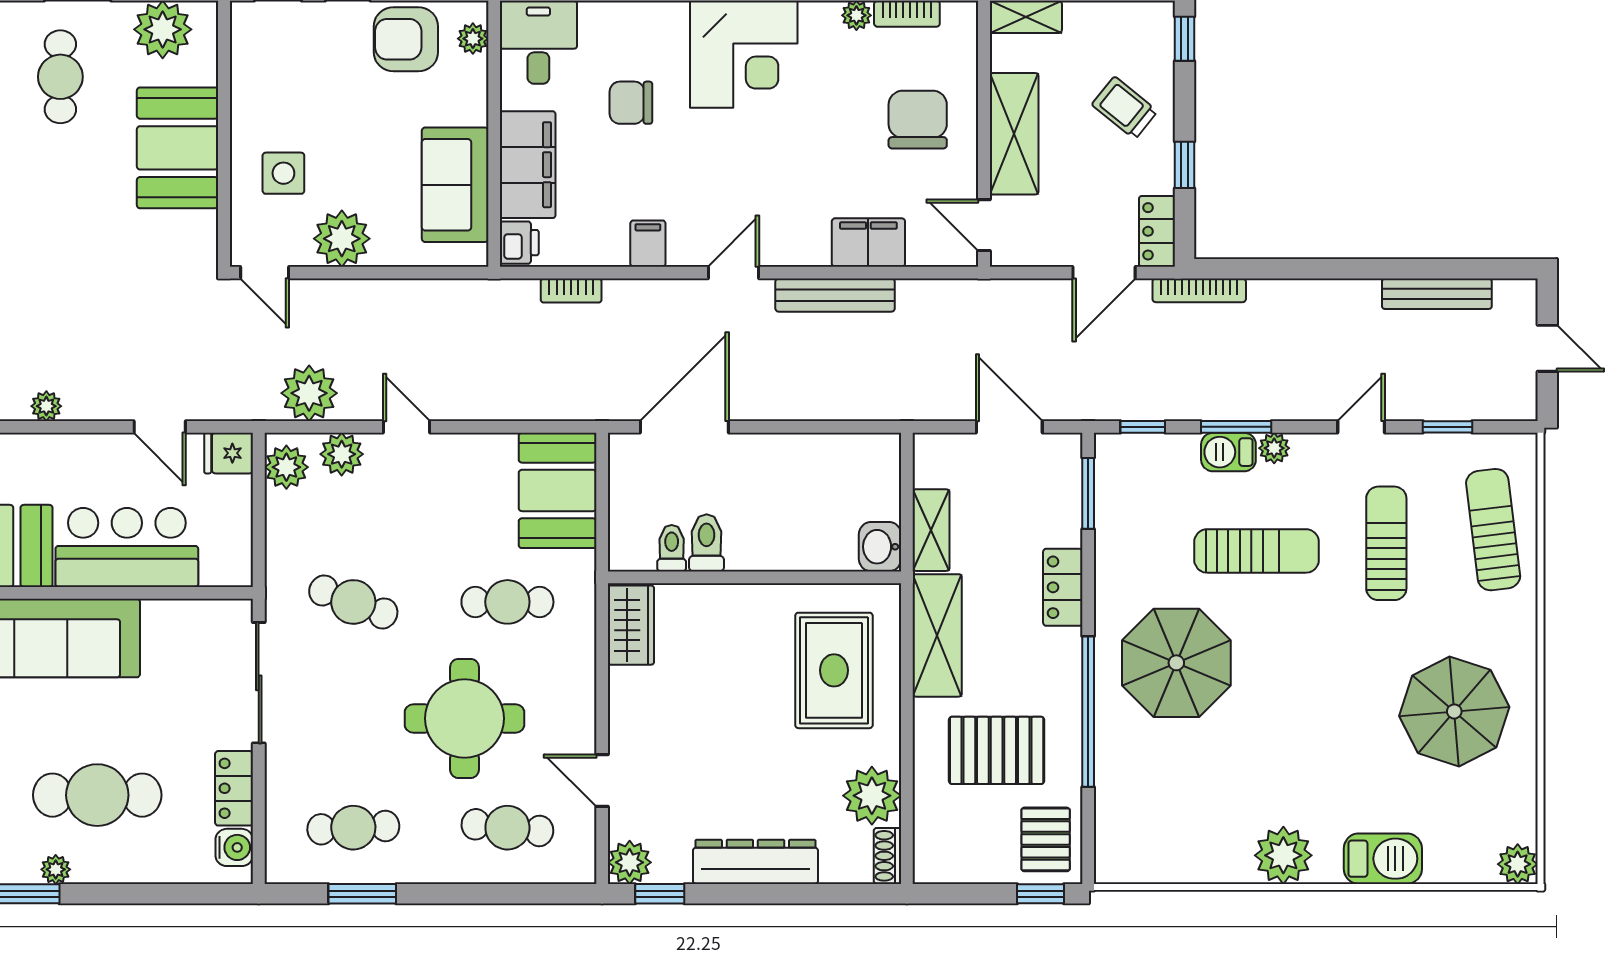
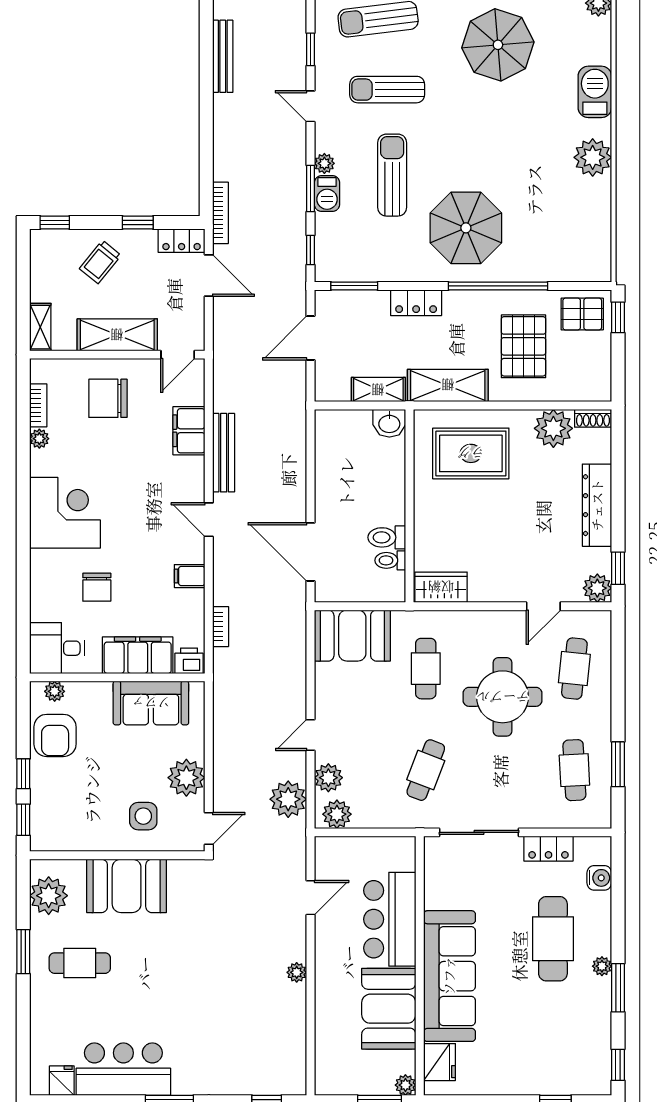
fridge: (229, 453) -> (328, 852), removed
water cooler: (234, 847) -> (599, 878), moved, turned 90

